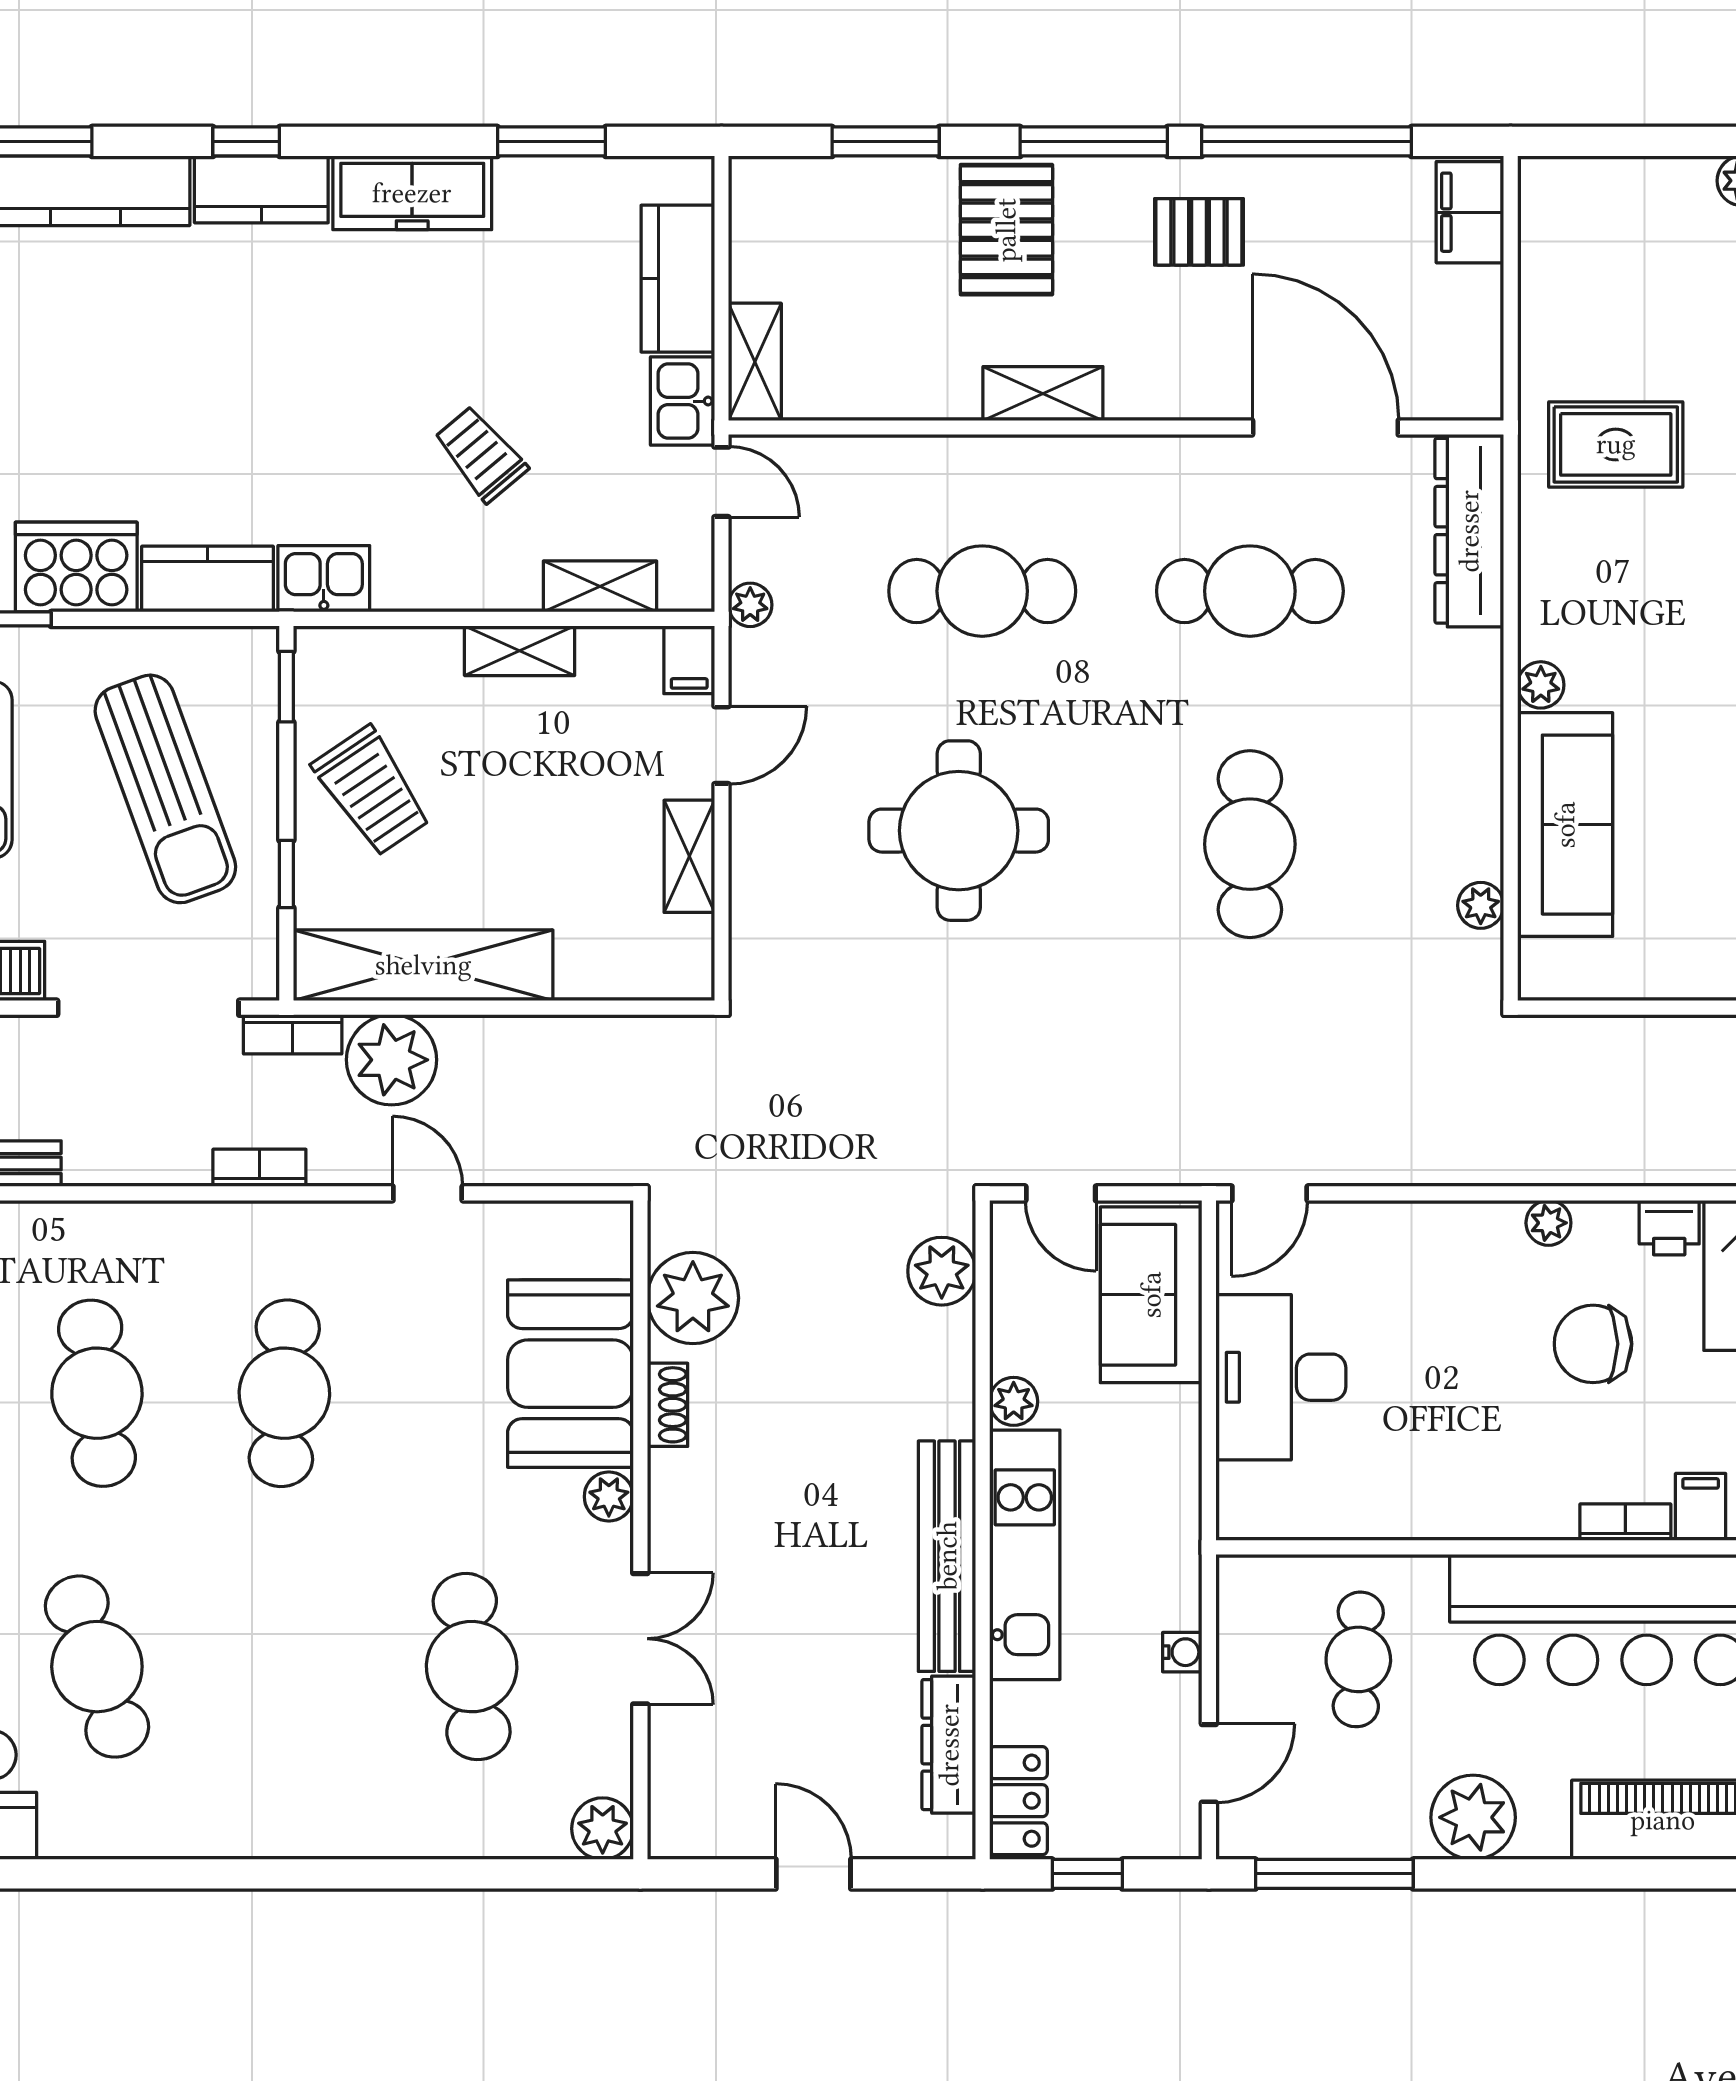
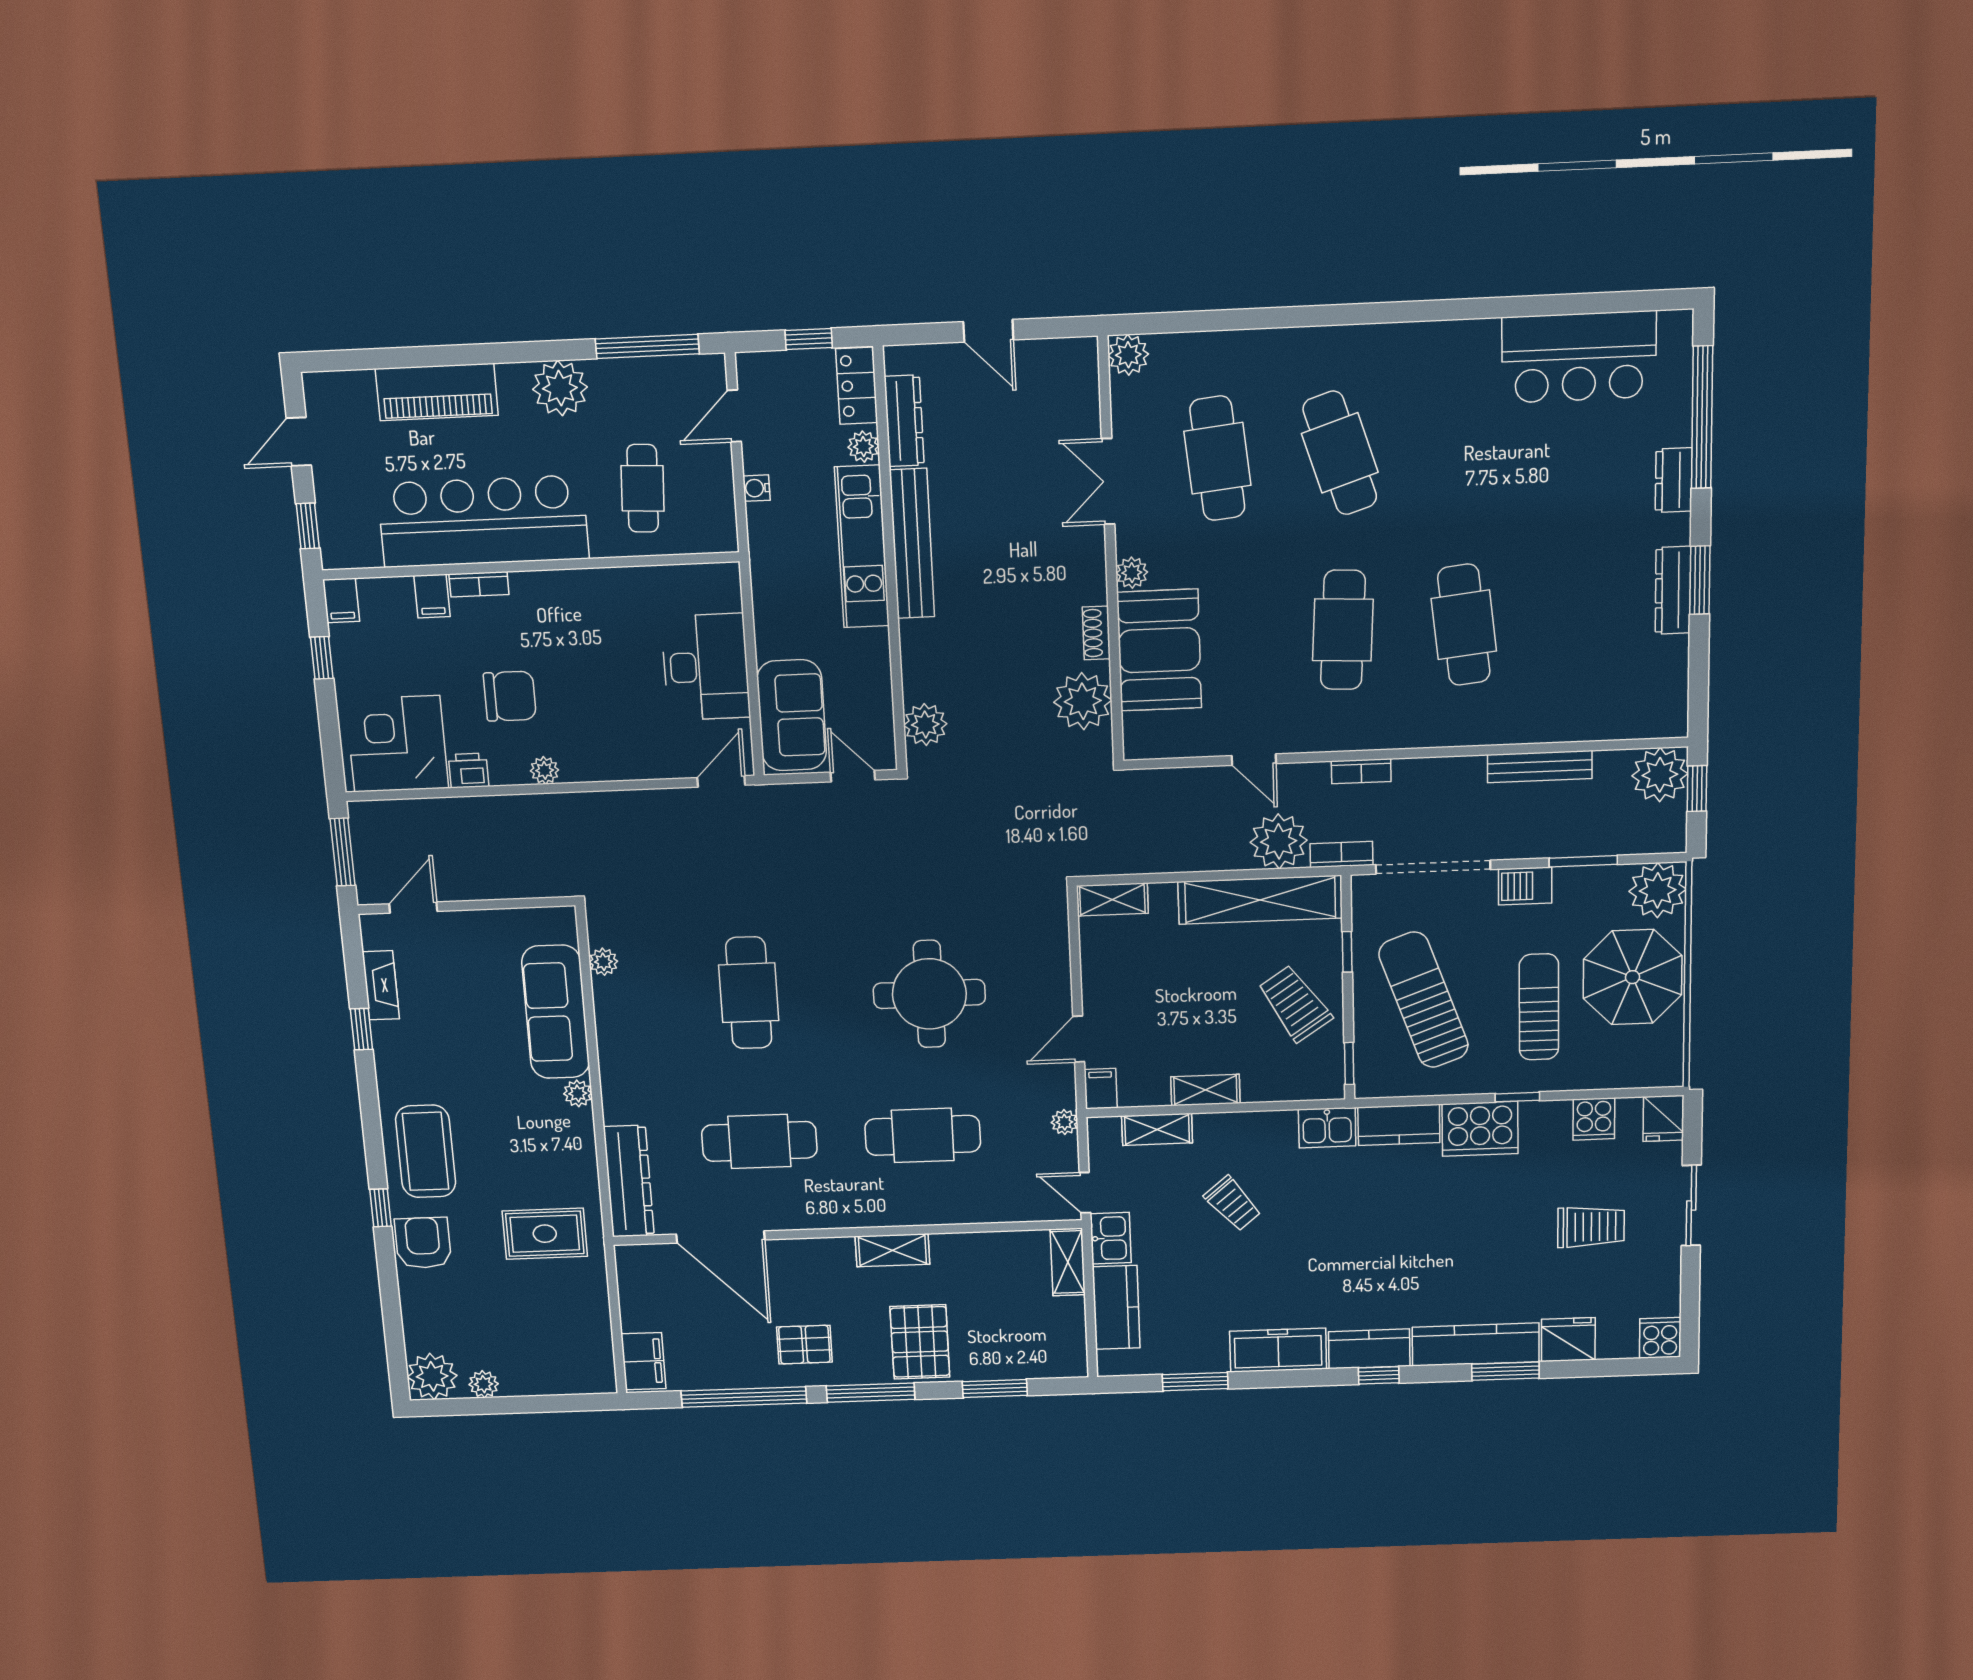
shelving: (689, 856) -> (1112, 900), moved, turned 90
plant: (1014, 1401) -> (863, 447), moved
cafe table: (97, 1667) -> (1340, 453), moved

